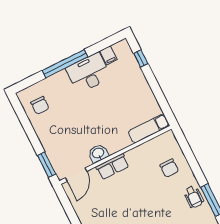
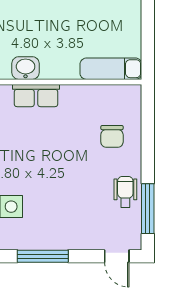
wheelchair: (194, 197) -> (125, 192), turned 180

